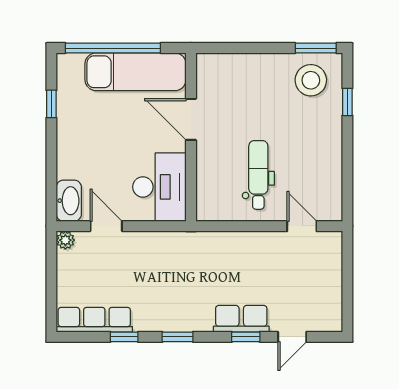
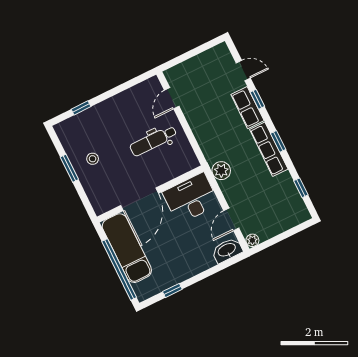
window: (316, 48) -> (69, 168), moved
stool: (311, 80) -> (93, 159), moved, width x0.53, depth x0.53
door: (191, 119) -> (139, 199), width x1.36
plant: (176, 244) -> (221, 171), added
row of seats: (94, 320) -> (269, 149), moved
window: (124, 337) -> (301, 188), moved

